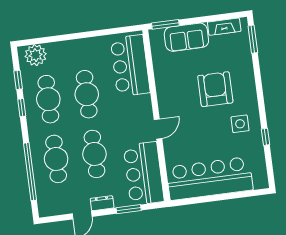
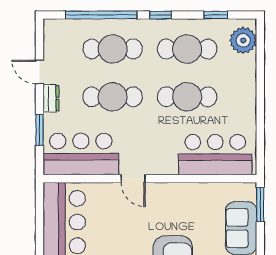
window: (22, 108) -> (161, 15), moved

